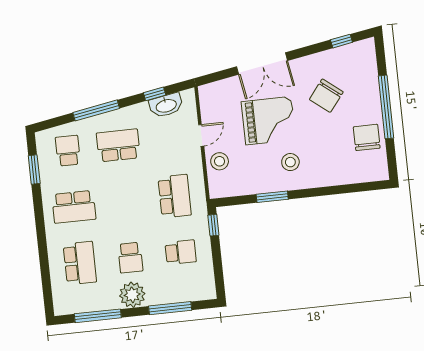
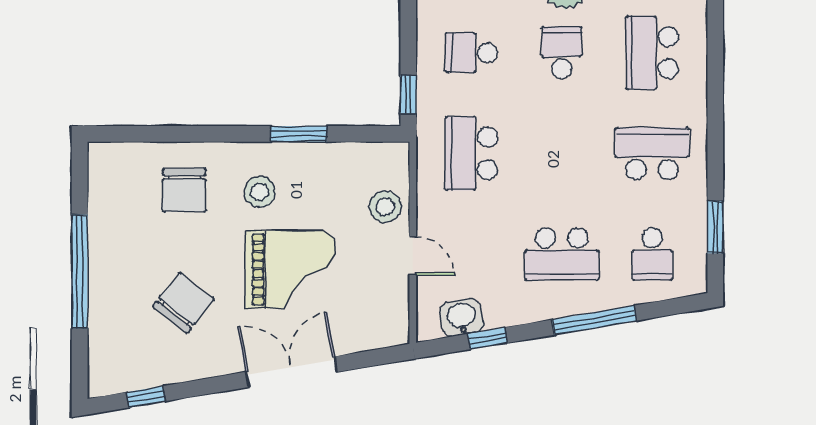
washbasin: (166, 105) -> (462, 317), width x0.72
grand piano: (269, 121) -> (291, 269), turned 180
door: (201, 135) -> (413, 256), swing flipped
chair: (367, 137) -> (184, 190), moved

